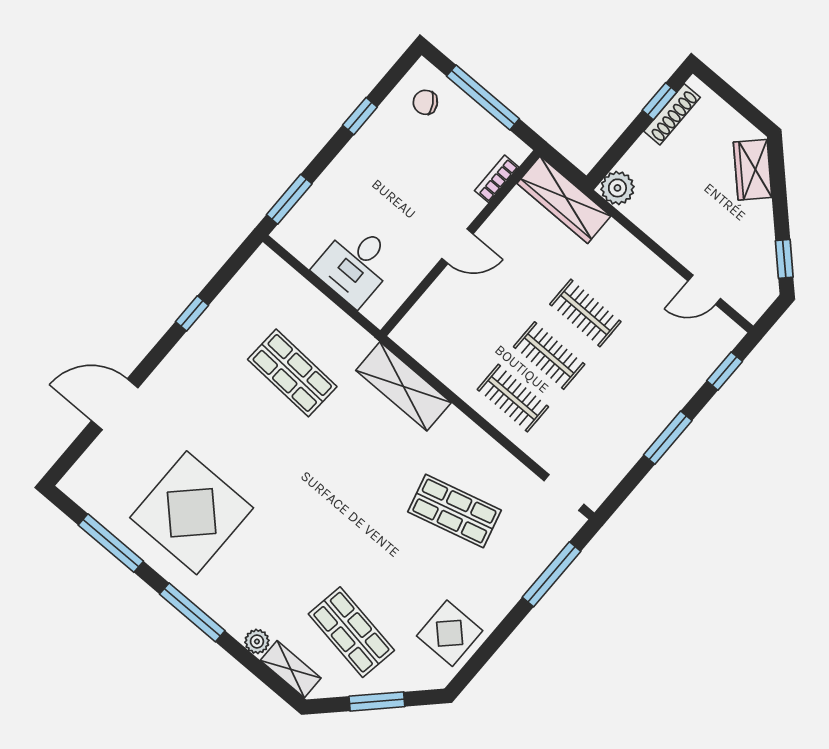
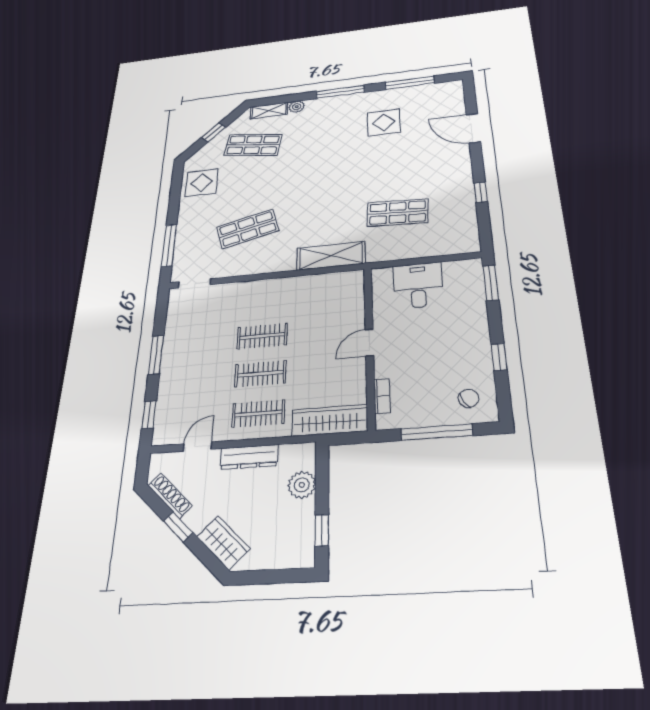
shoe rack: (672, 114) -> (170, 495), moved, turned 135
plant: (617, 188) -> (302, 485), moved
dresser: (666, 233) -> (249, 457), added
window: (784, 259) -> (178, 527), moved
clothes rail: (513, 398) -> (258, 414), moved
door: (115, 404) -> (473, 128), swing flipped
display table: (192, 513) -> (384, 123), width x0.54, depth x0.54
window: (377, 701) -> (214, 132), width x0.67

